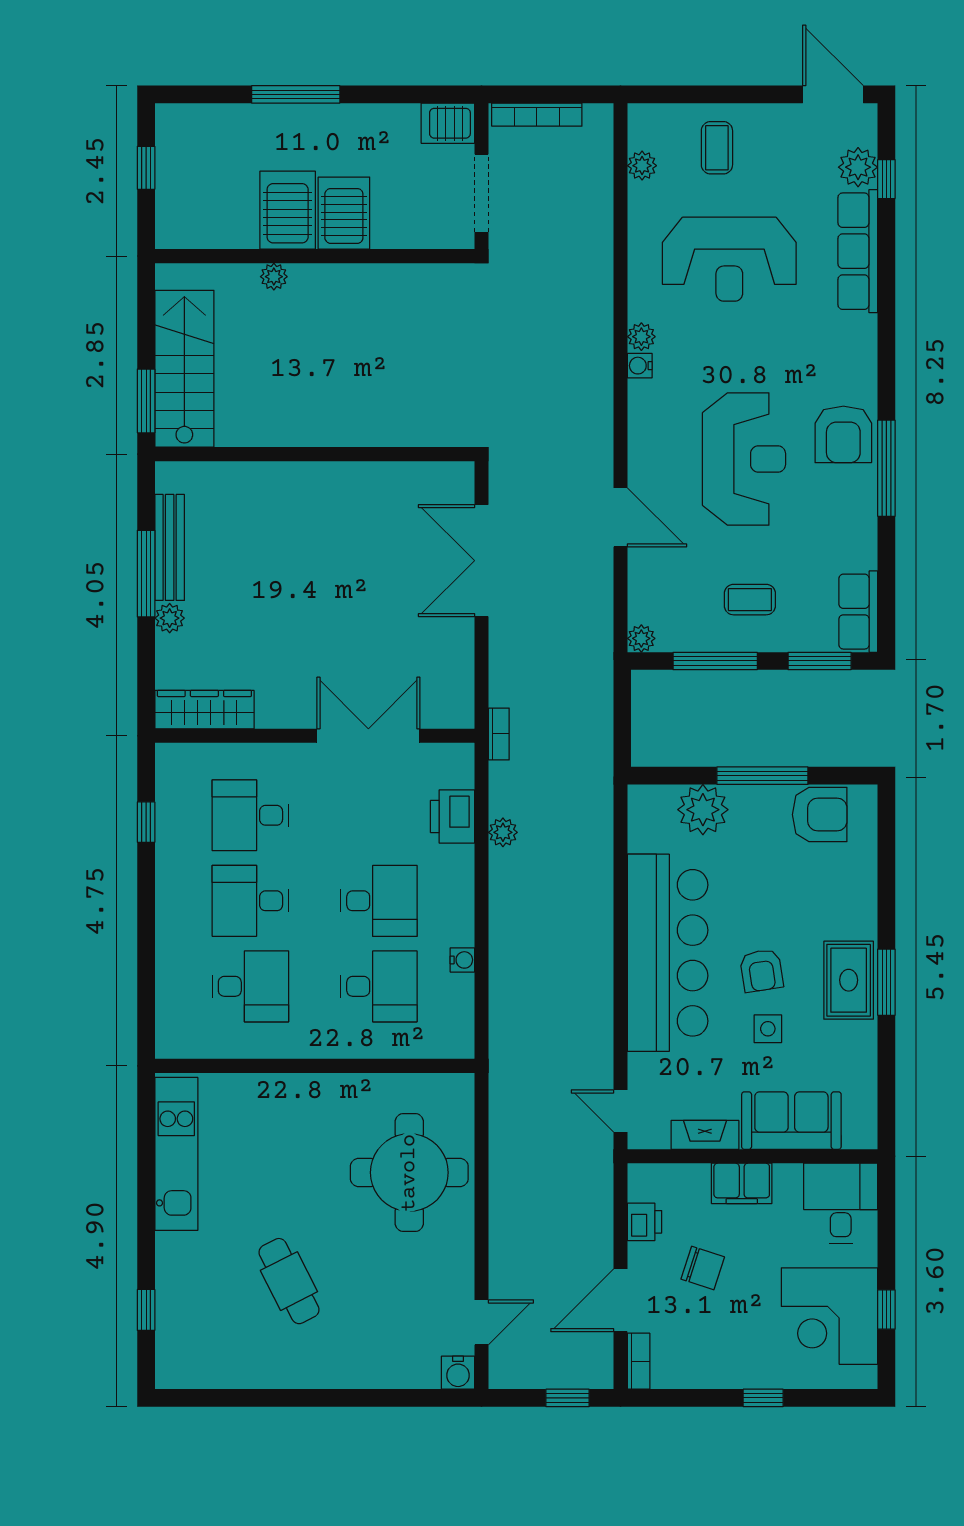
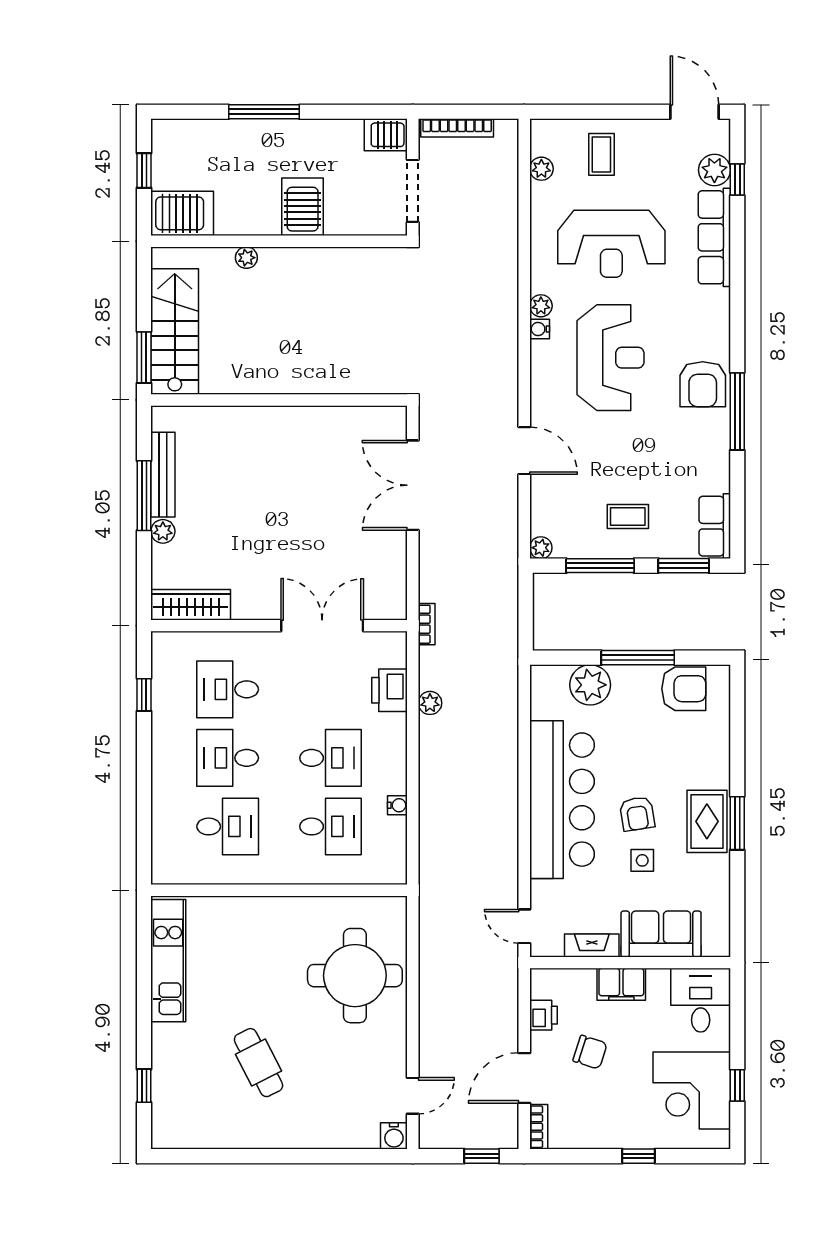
server rack: (288, 210) -> (182, 213), moved, turned 90
reception desk: (744, 459) -> (611, 358), moved

